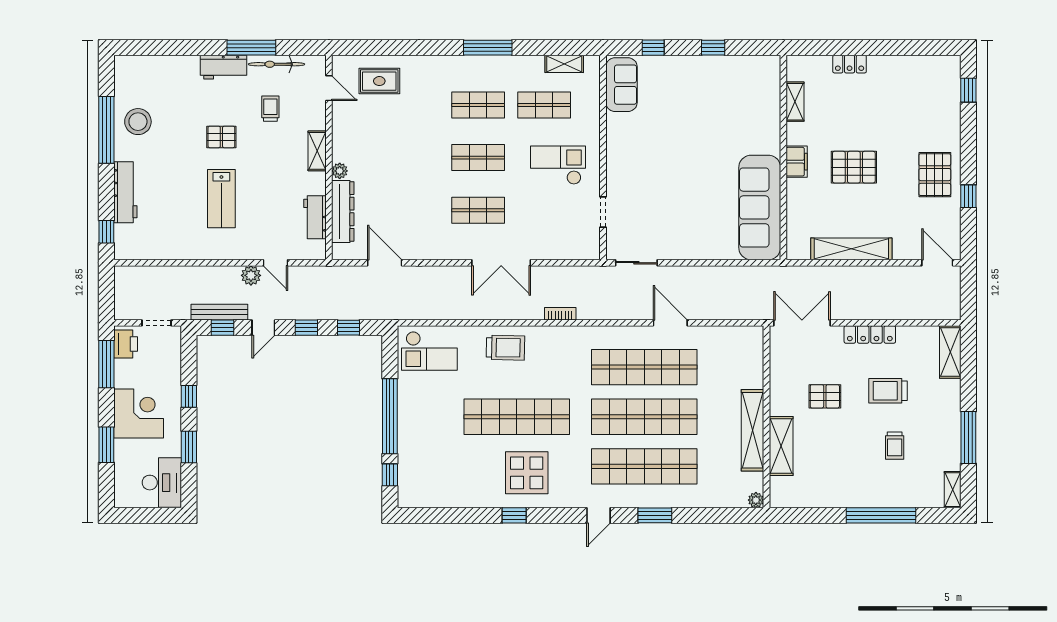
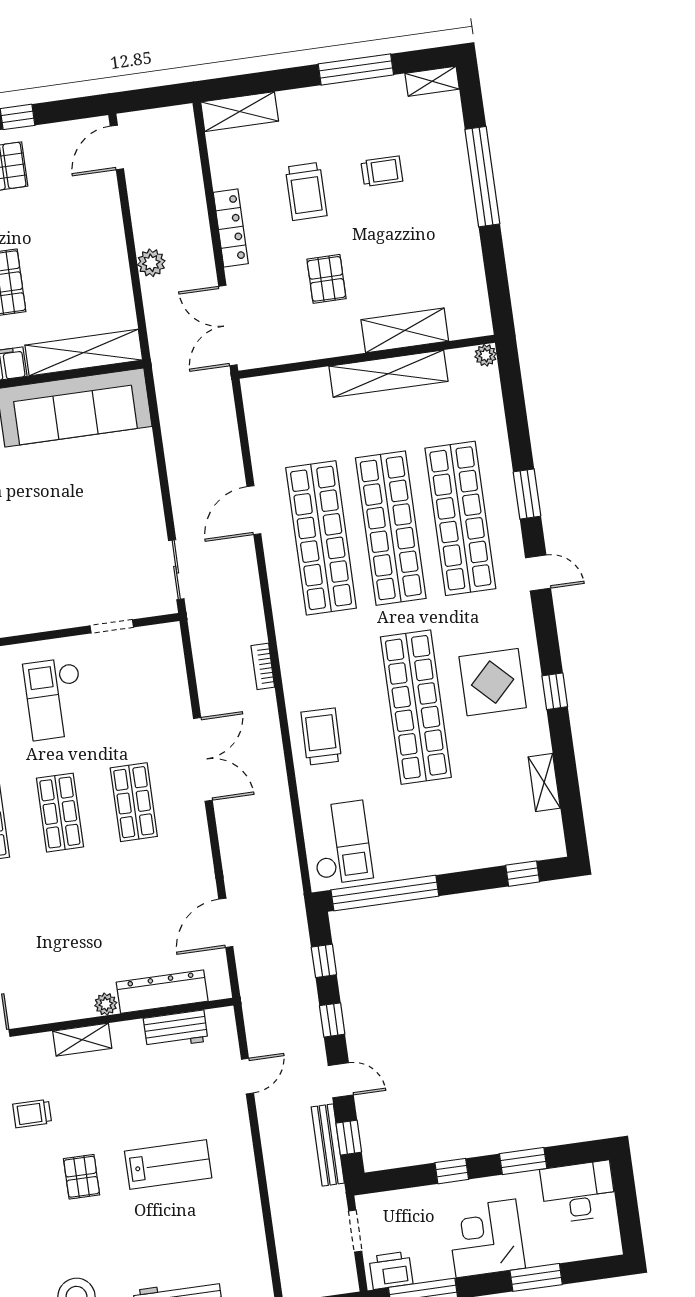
shelving: (851, 249) -> (84, 353), moved, turned 90
plant: (251, 275) -> (151, 263), moved
window: (390, 416) -> (385, 893), moved
shelving: (451, 499) -> (544, 782), added

